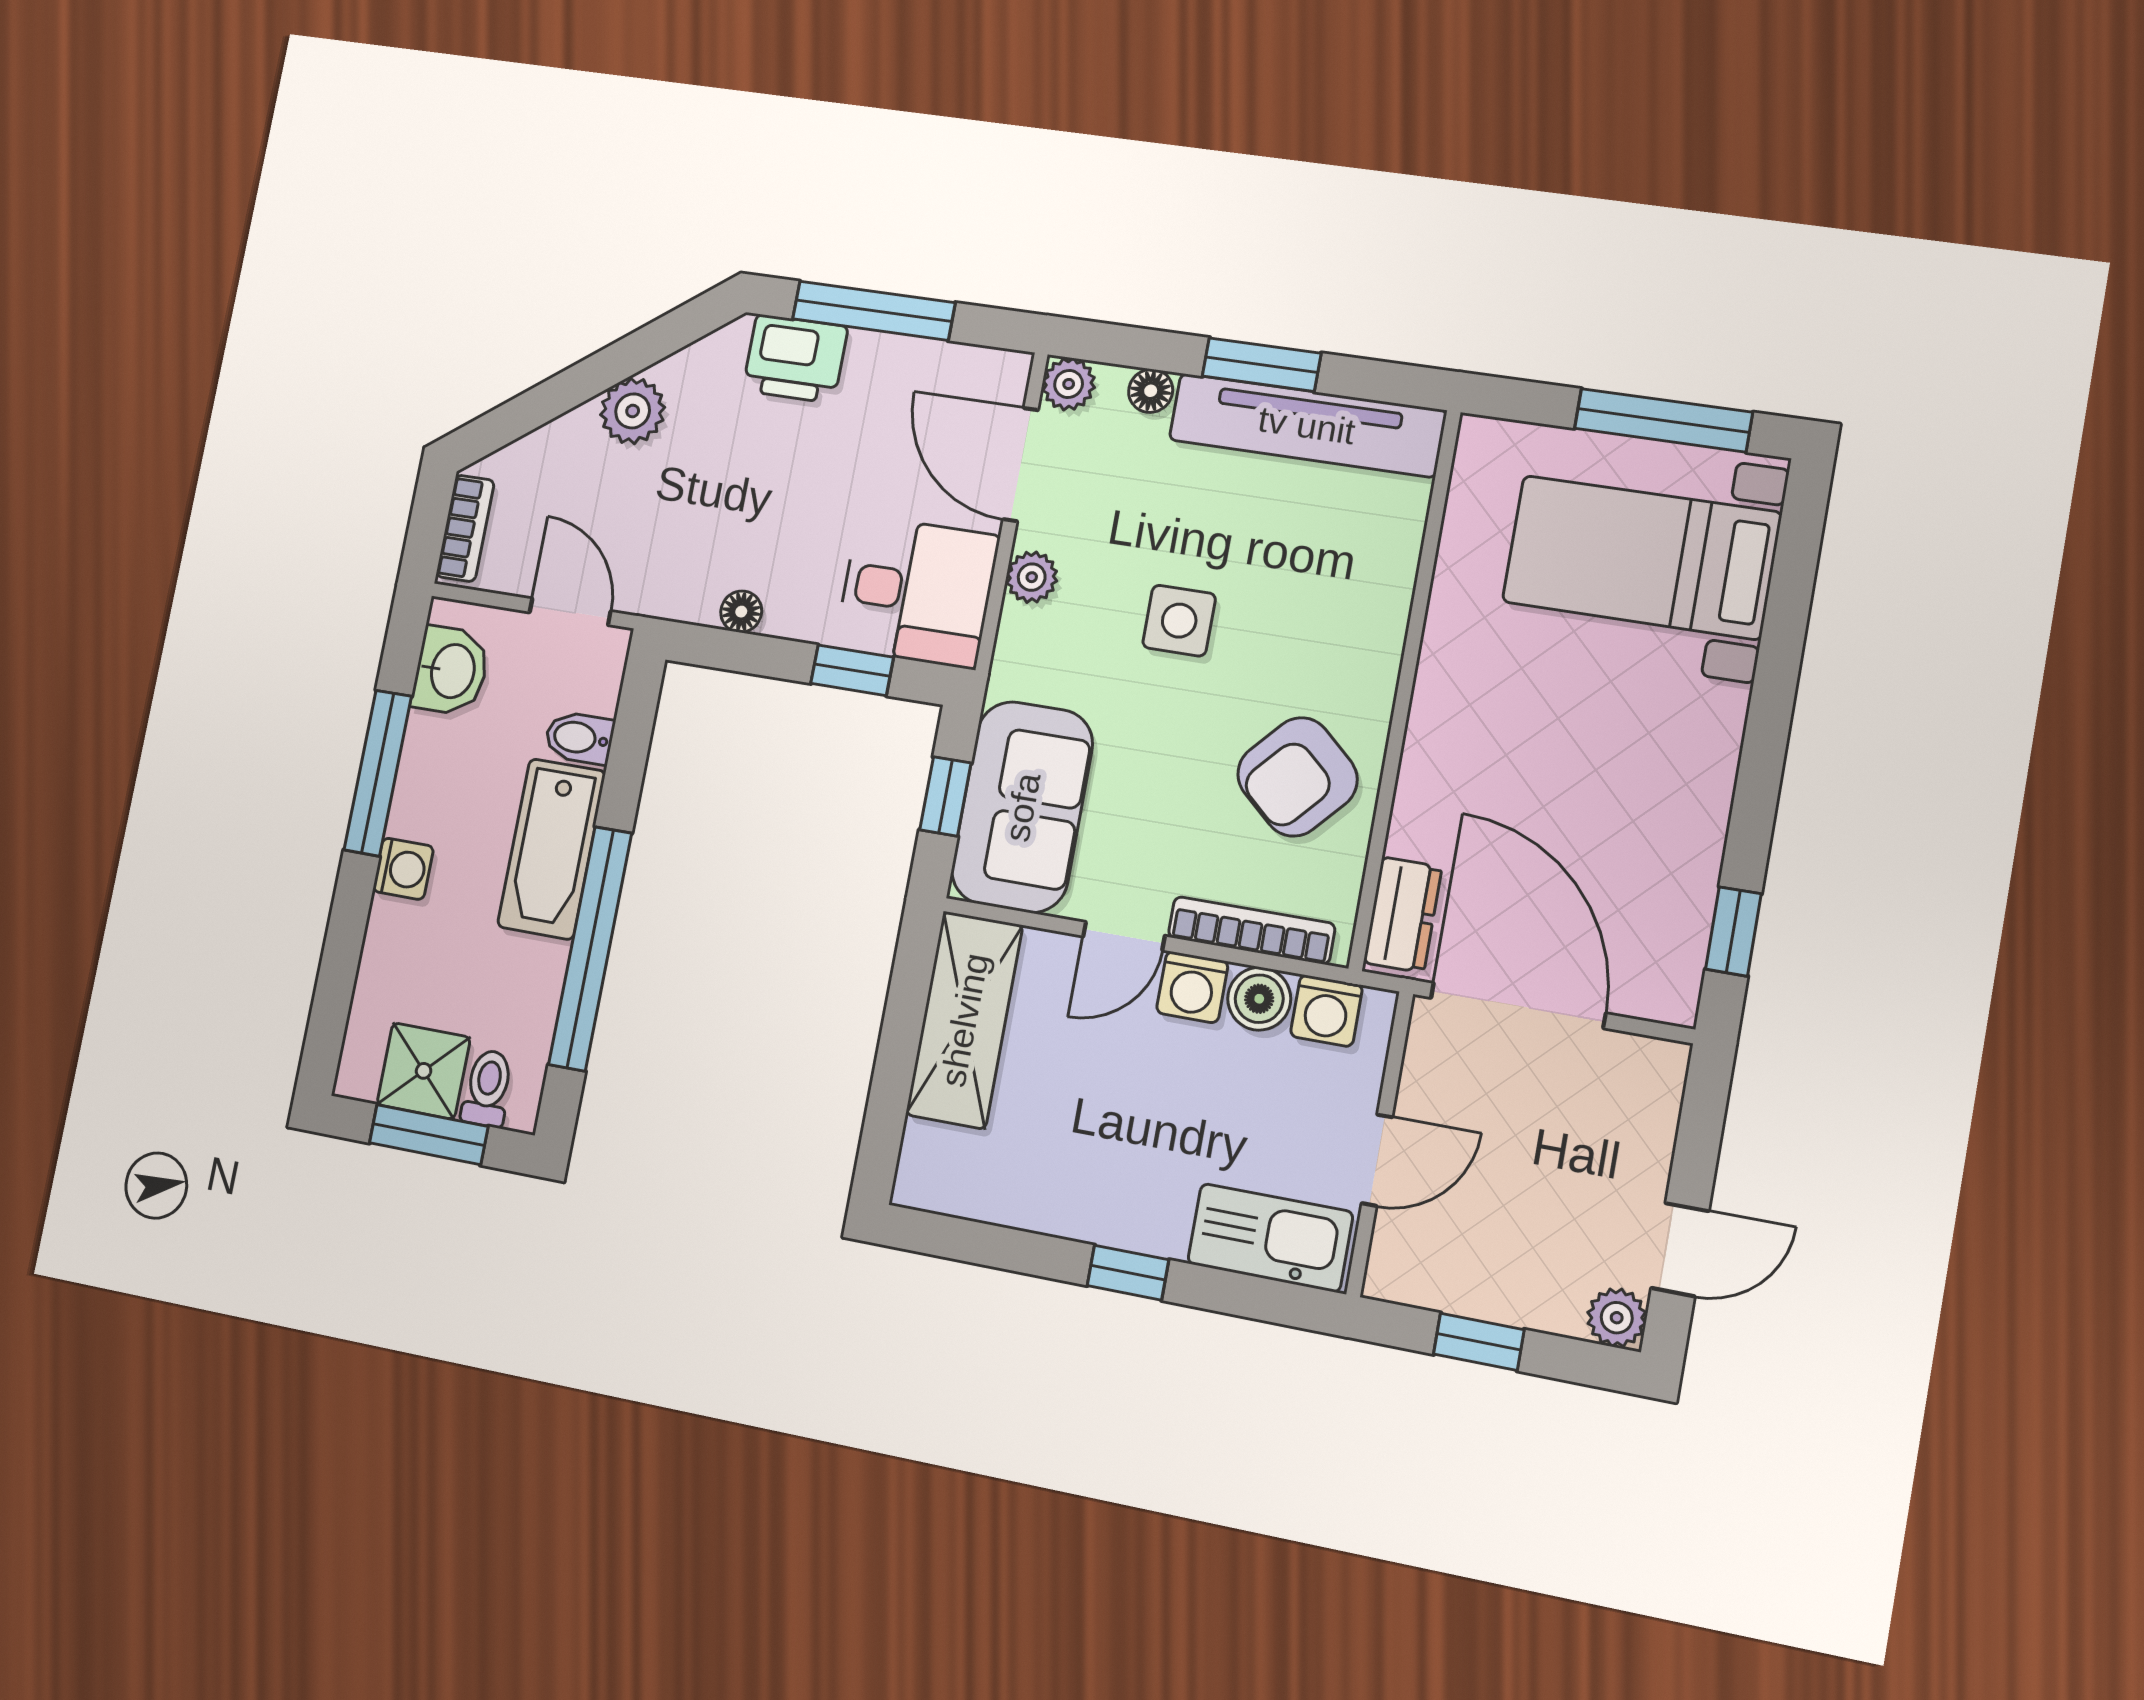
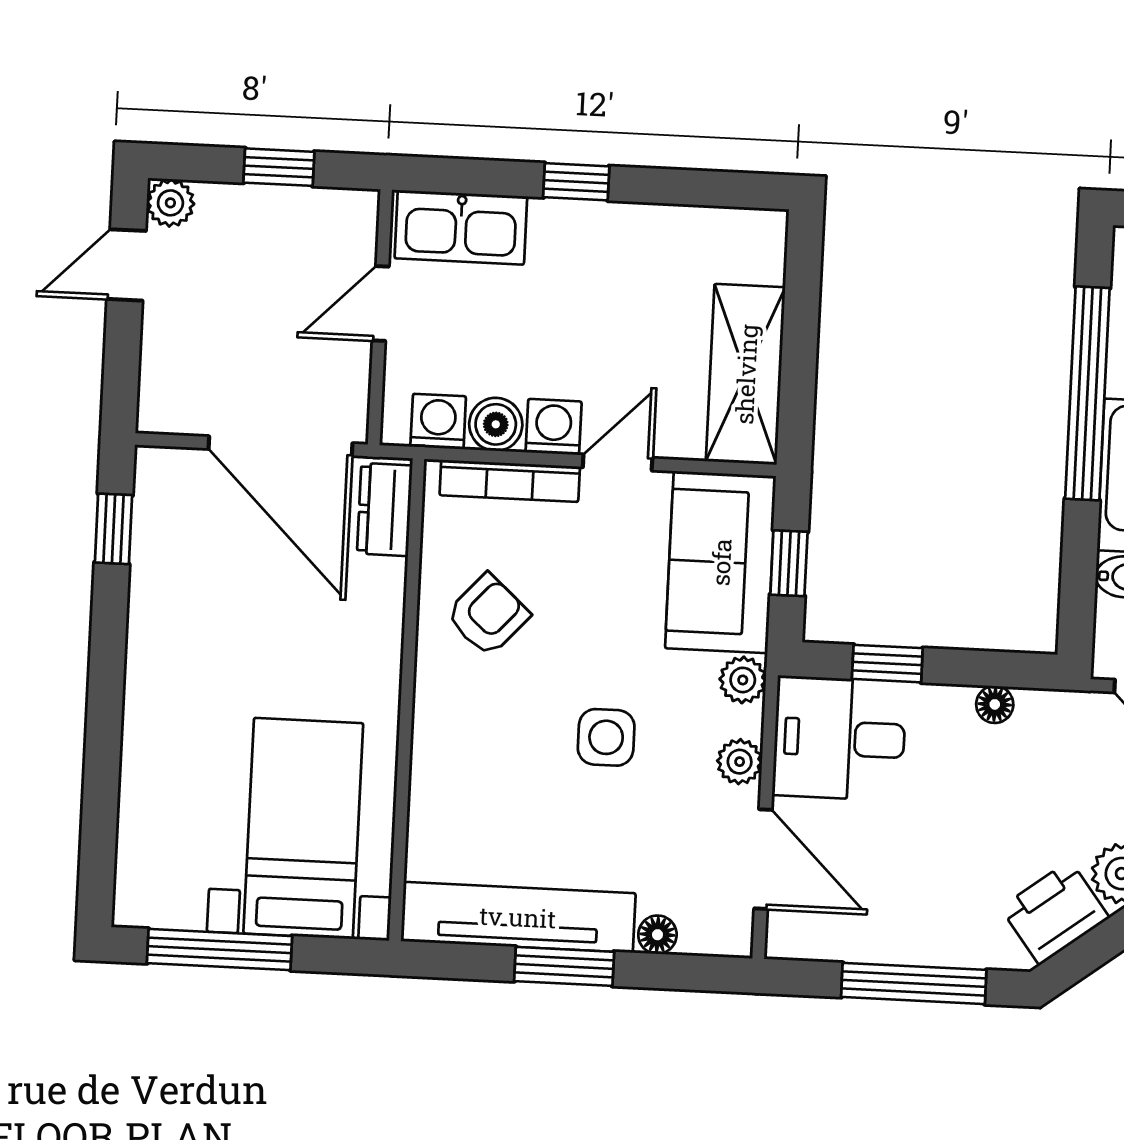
printer: (795, 359) -> (1055, 913), moved, turned -37
plant: (1069, 384) -> (743, 680), moved
bed with nightstands: (1641, 557) -> (303, 828), moved, turned -90
armchair: (1297, 777) -> (488, 615), width x0.72, depth x0.72

